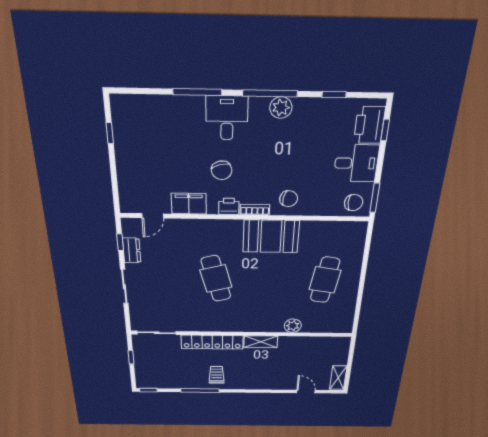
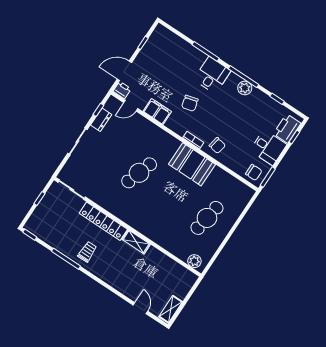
door: (114, 182) -> (124, 71), added
printer: (229, 206) -> (122, 90), moved
cafe table: (216, 279) -> (139, 173), turned 33
plant: (293, 326) -> (194, 261), moved

